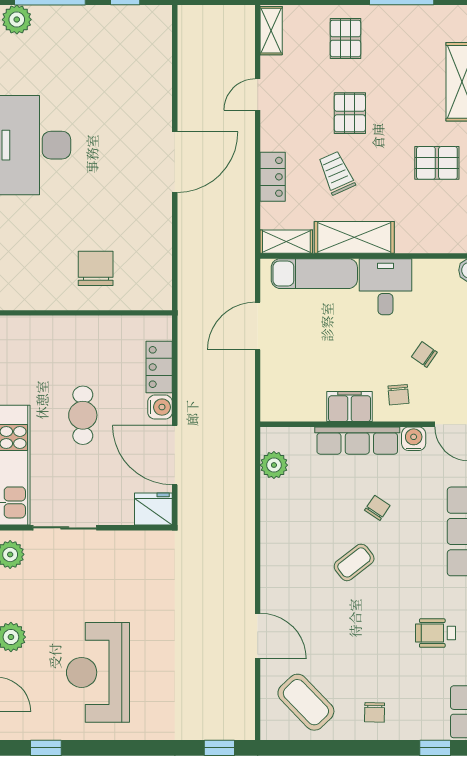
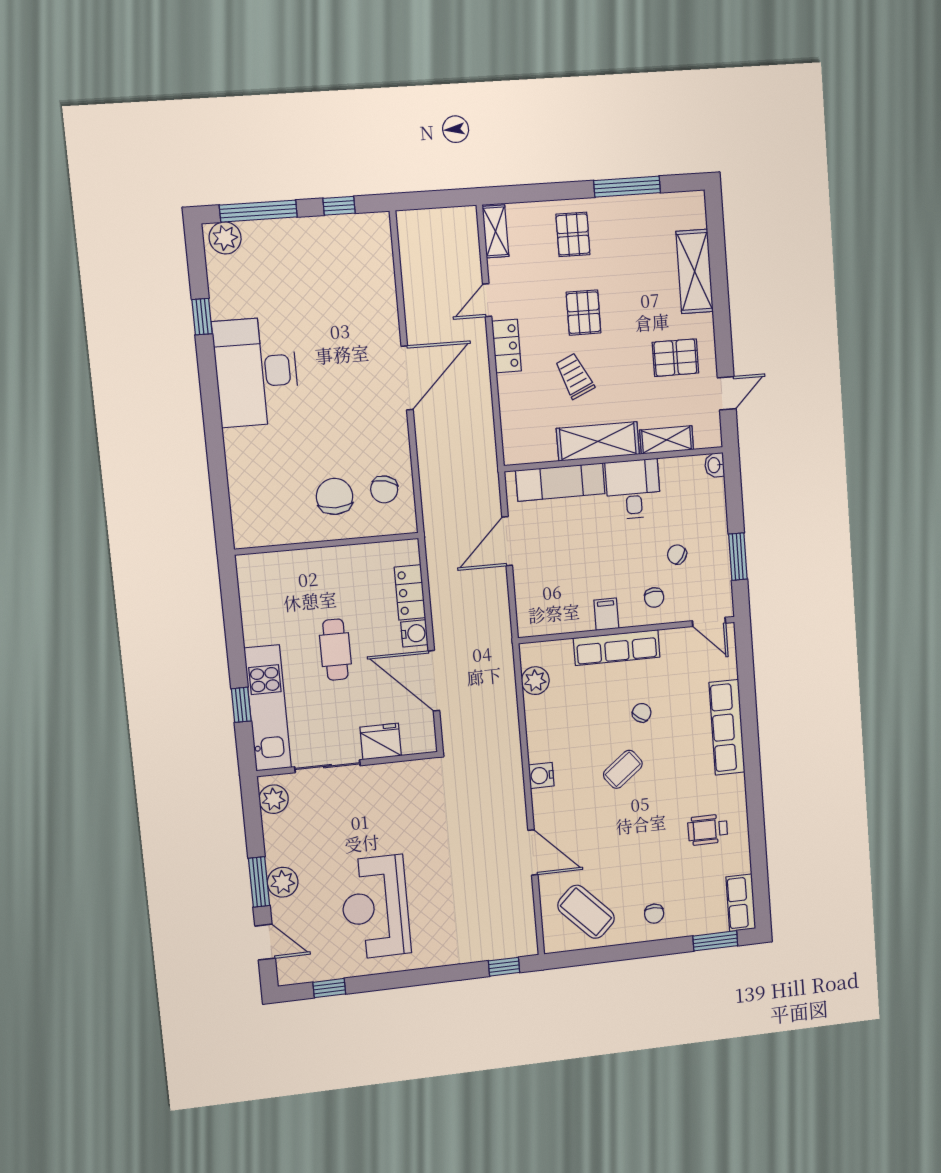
locker: (273, 177) -> (507, 346), moved
shelving: (286, 242) -> (667, 440), moved
chair: (143, 266) -> (384, 489), added
filing cabinet: (350, 407) -> (606, 614), width x0.50
water cooler: (414, 439) -> (541, 775), moved, turned -90
fridge: (153, 509) -> (381, 741), moved
window: (435, 748) -> (715, 941), width x1.50

